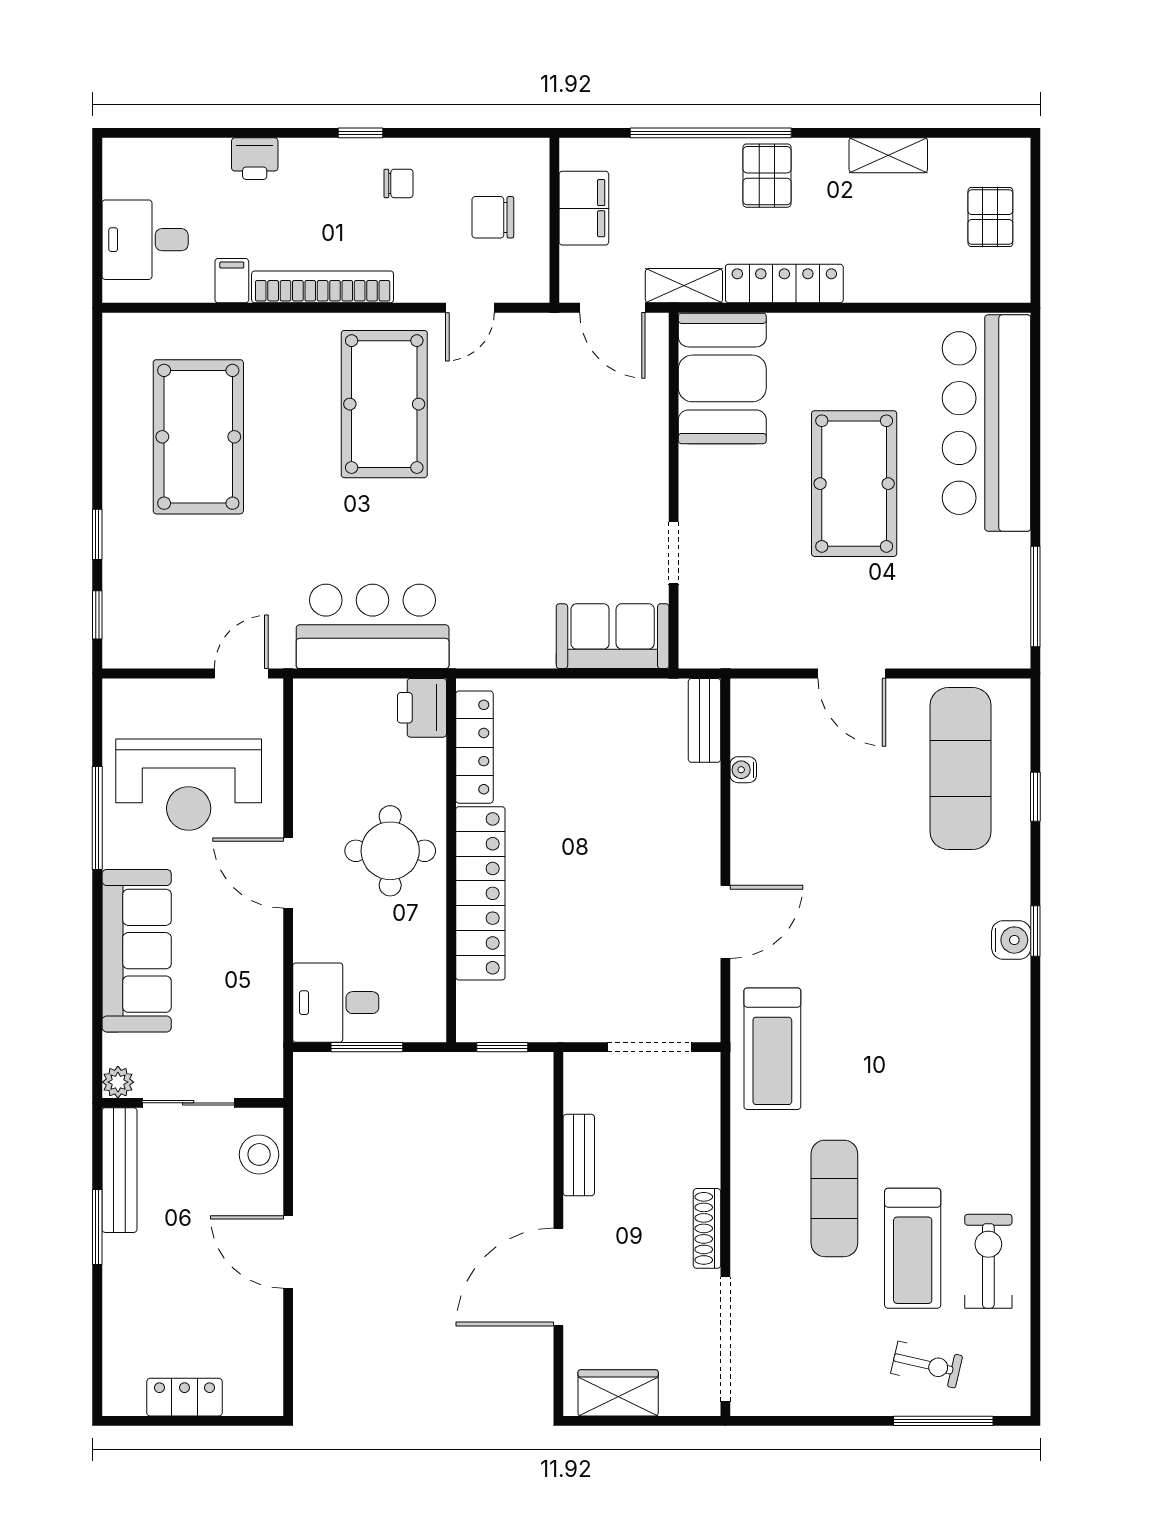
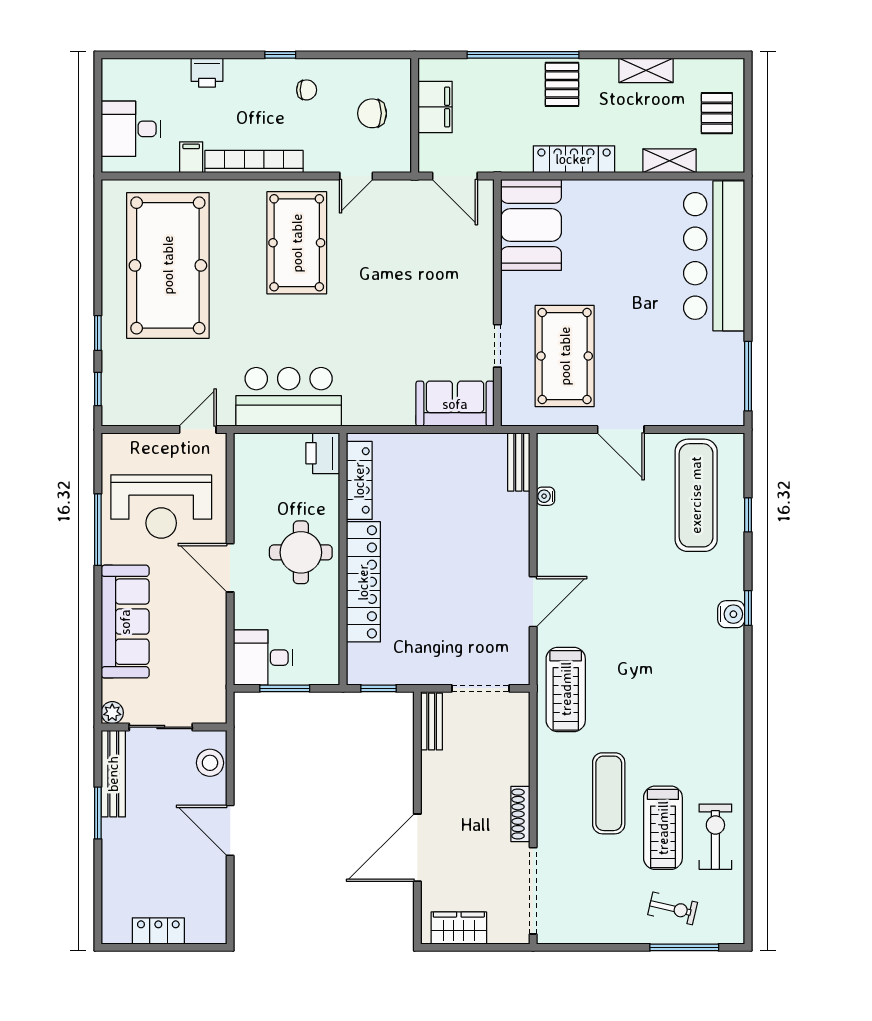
shelving: (684, 286) -> (669, 161), moved
pool table: (198, 437) -> (168, 265), width x1.36, depth x1.32
pool table: (854, 484) -> (565, 356), moved
bench: (579, 1155) -> (432, 722), moved

